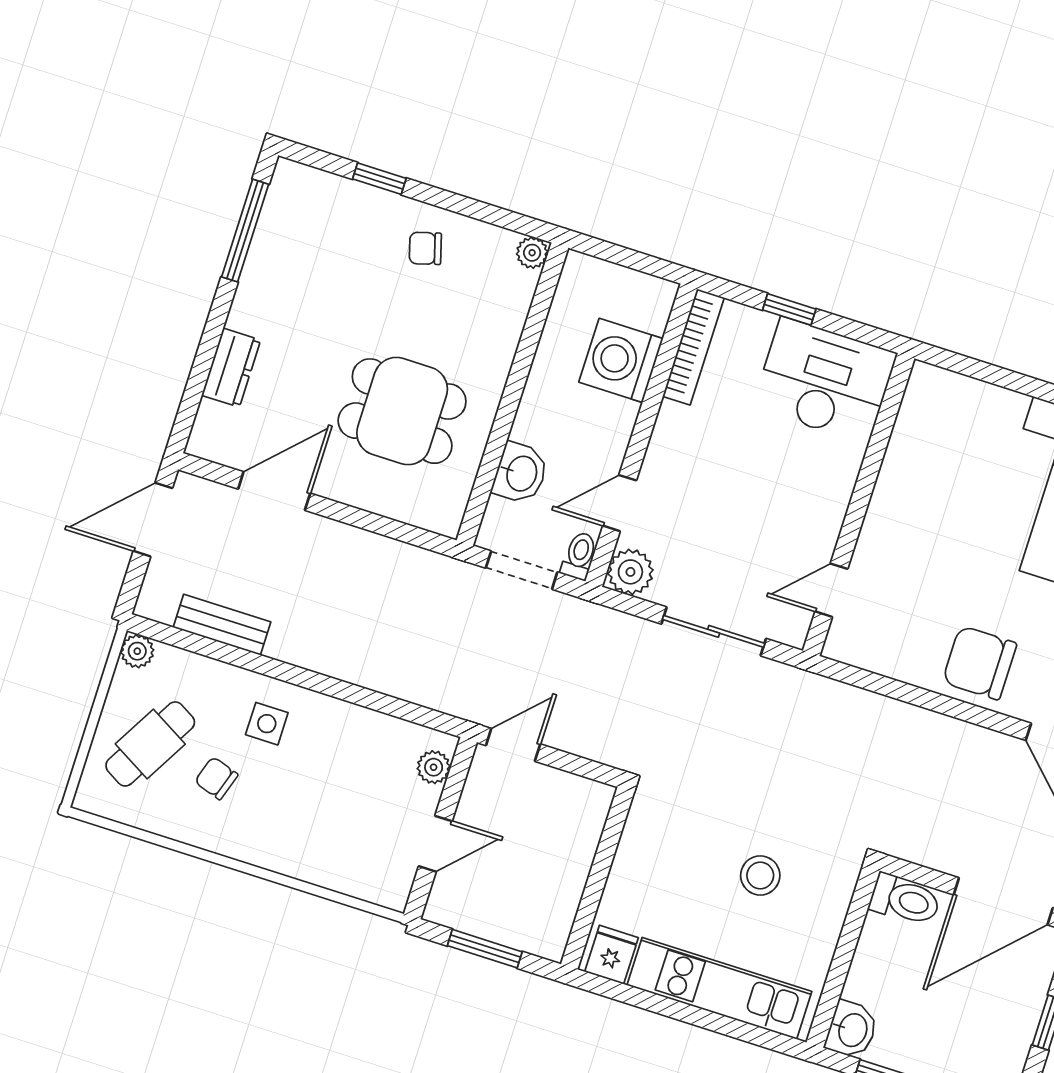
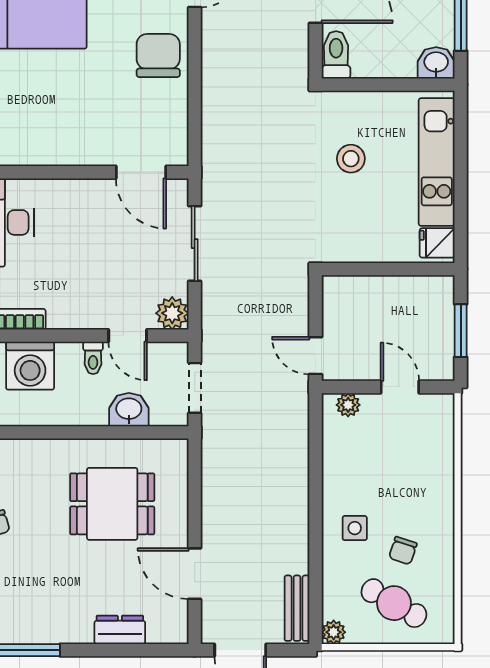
dining table: (402, 411) -> (112, 504), turned 90
toilet: (579, 556) -> (93, 358), moved, turned -90
door: (831, 590) -> (141, 172), width x1.38
bench: (222, 625) -> (297, 608), moved
chair: (980, 663) -> (158, 56), turned 180

